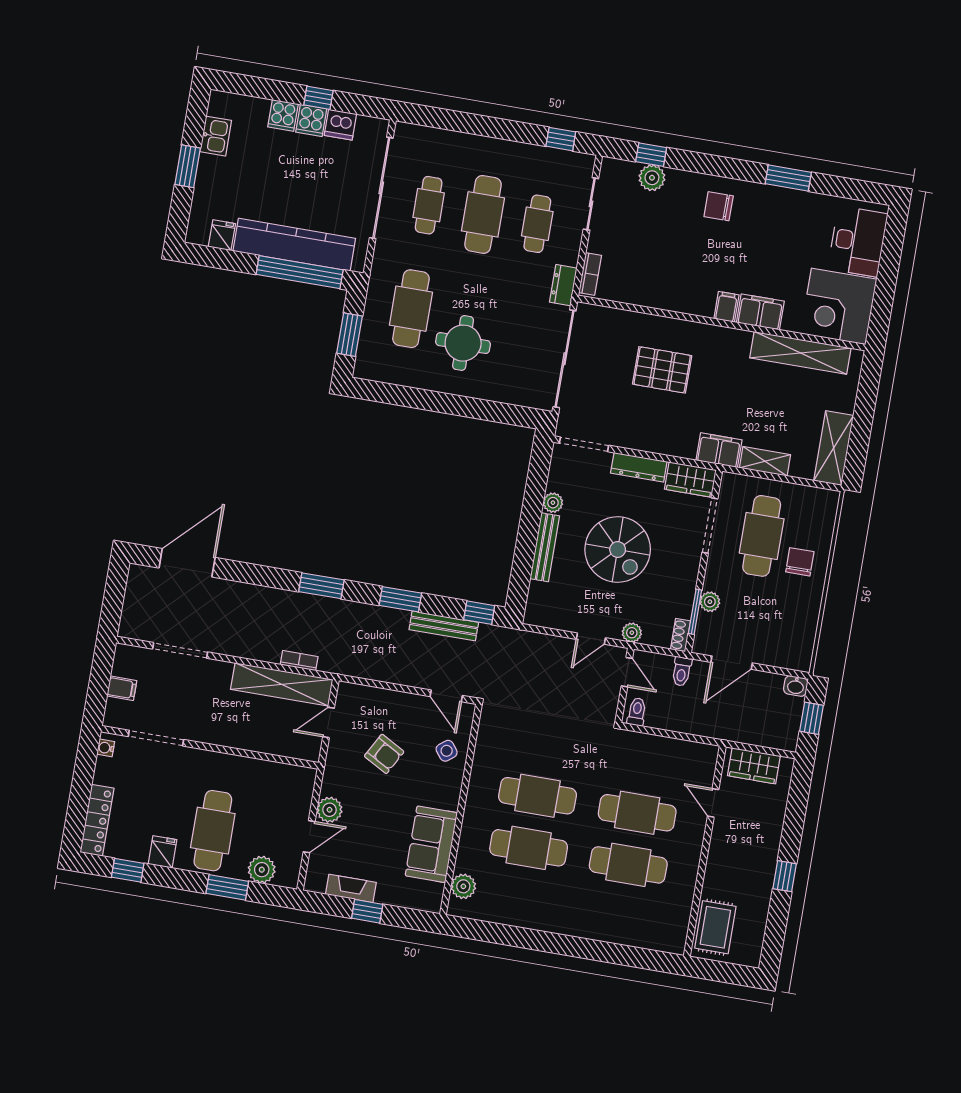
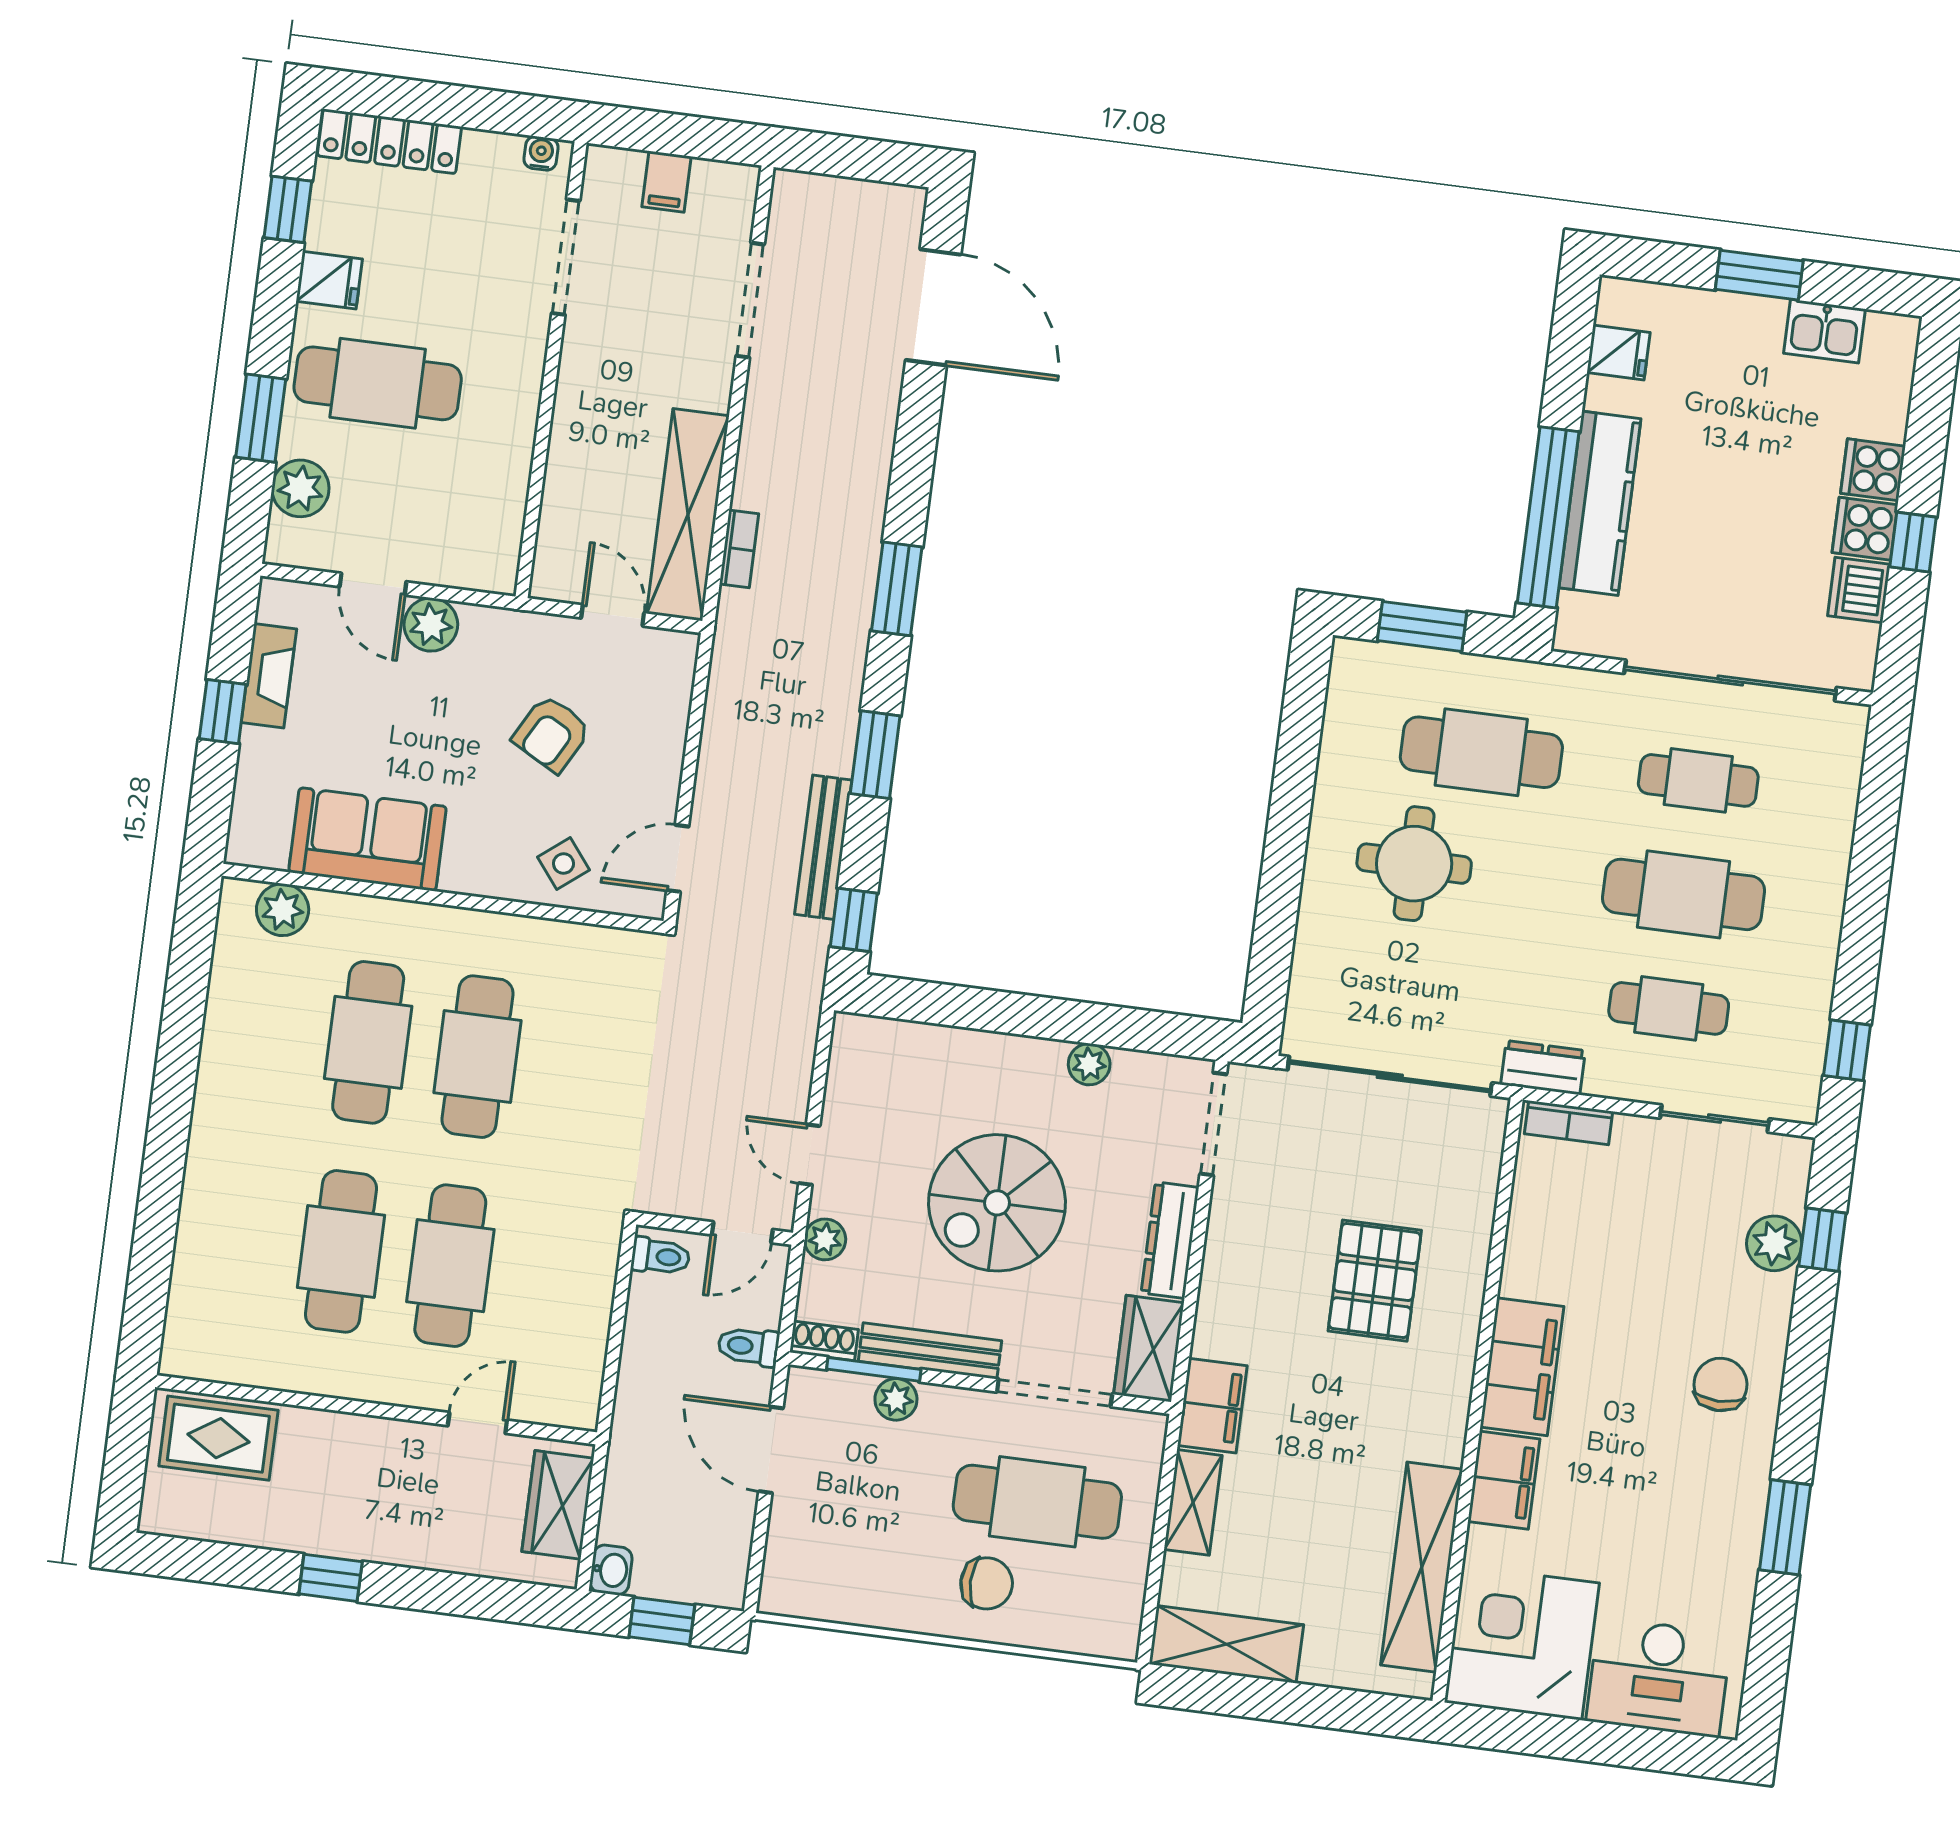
kitchen counter: (294, 245) -> (1600, 503), width x0.72, depth x0.86
filing cabinet: (726, 307) -> (1522, 1367), width x3.00, depth x1.17
bench: (545, 547) -> (930, 1351), moved
washbasin: (796, 686) -> (611, 1570), moved, turned 180

